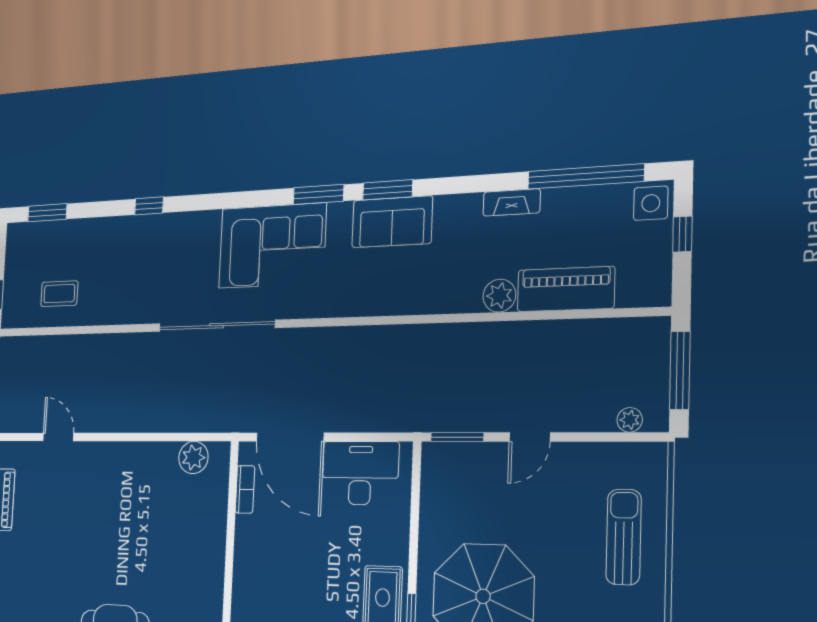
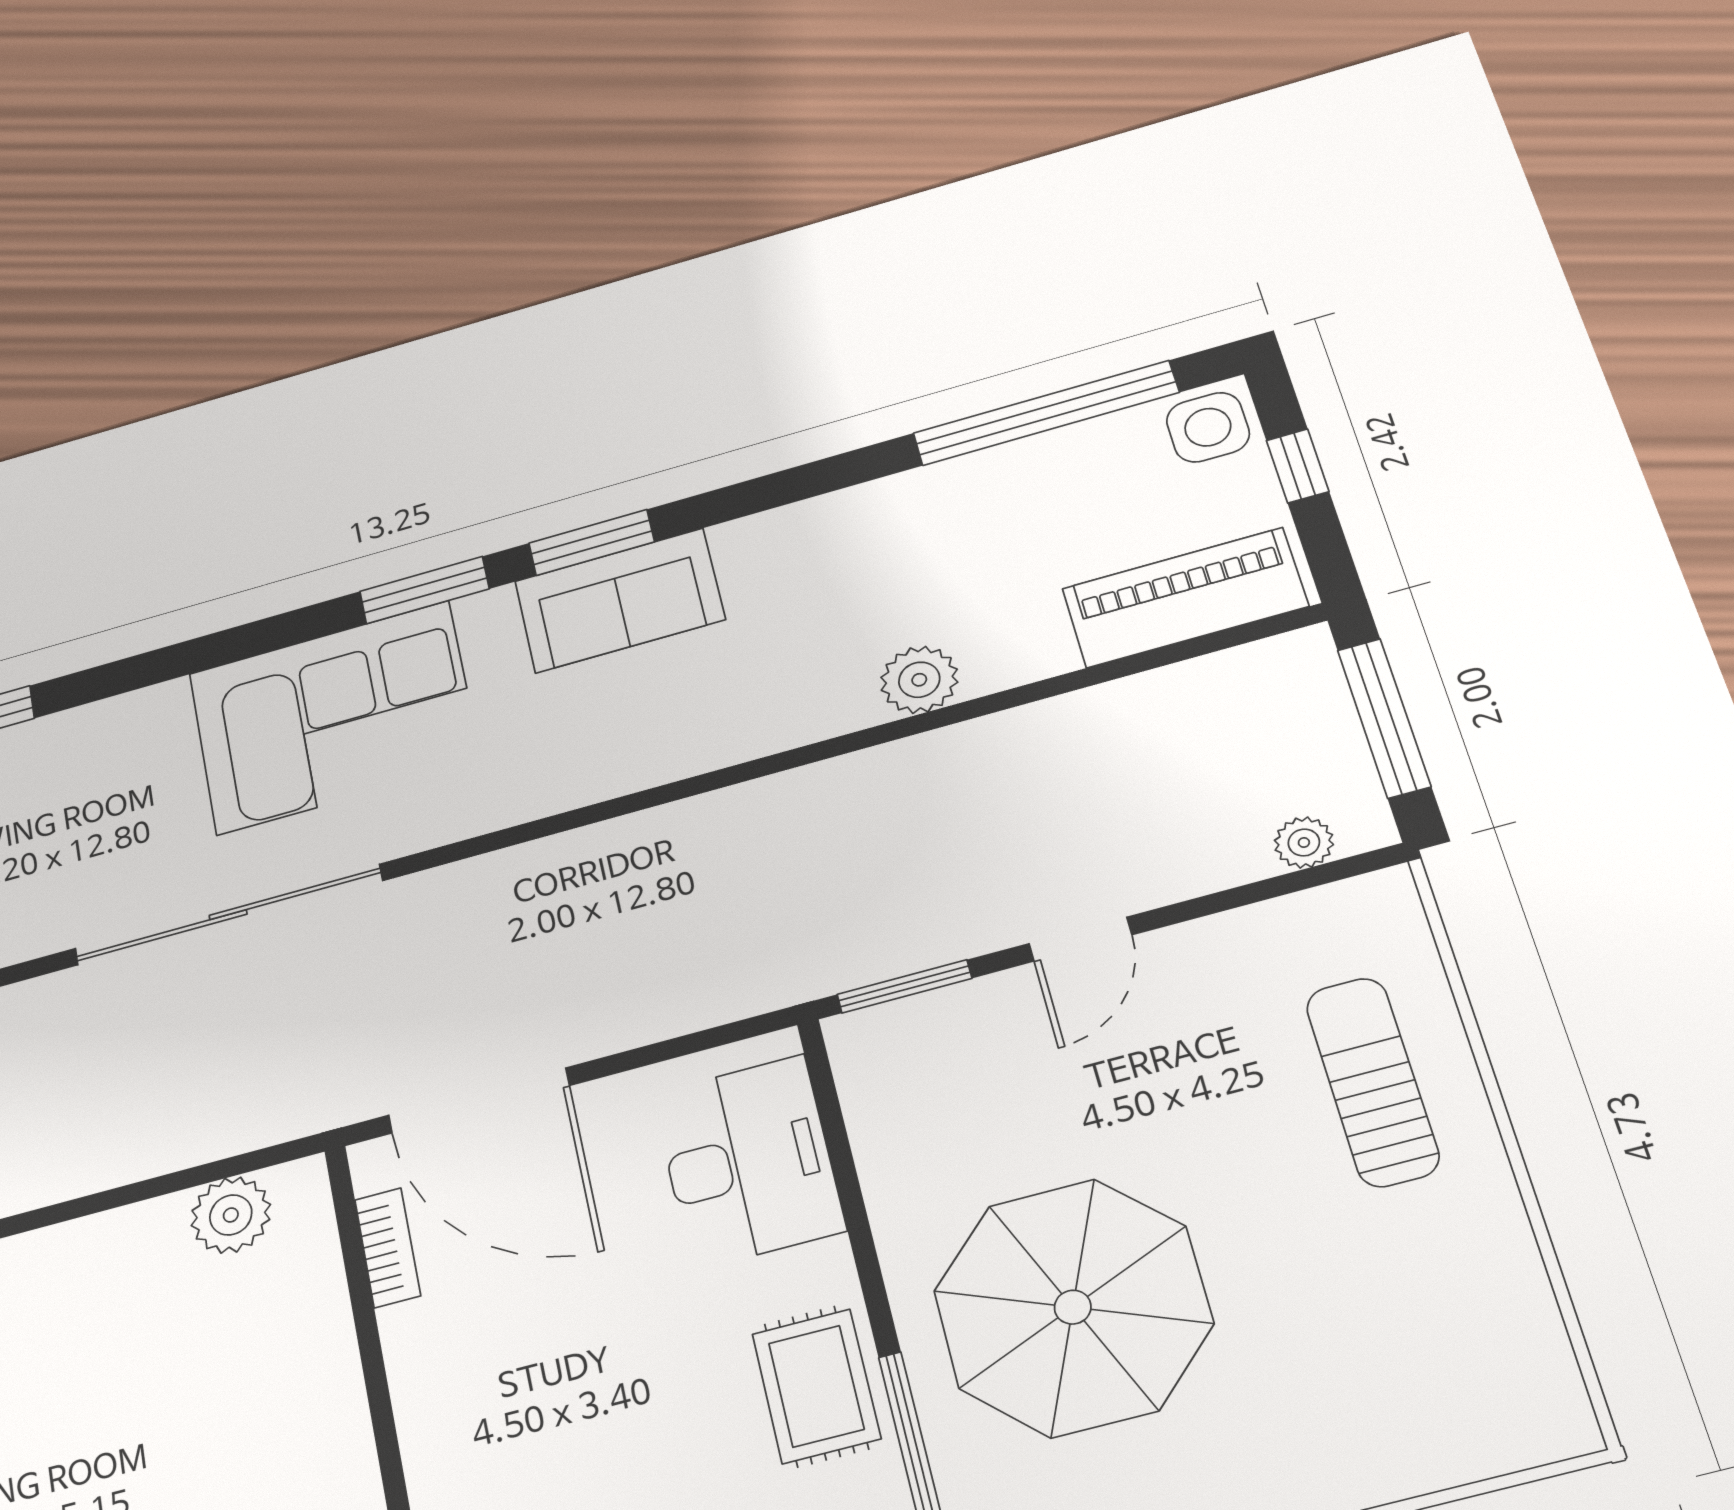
fireplace: (512, 202) -> (892, 498), removed
piano: (566, 289) -> (1185, 598), moved
desk: (360, 473) -> (748, 1162), moved, turned 90

